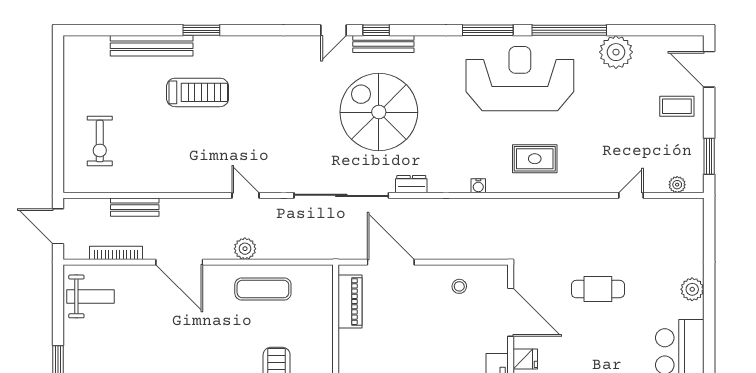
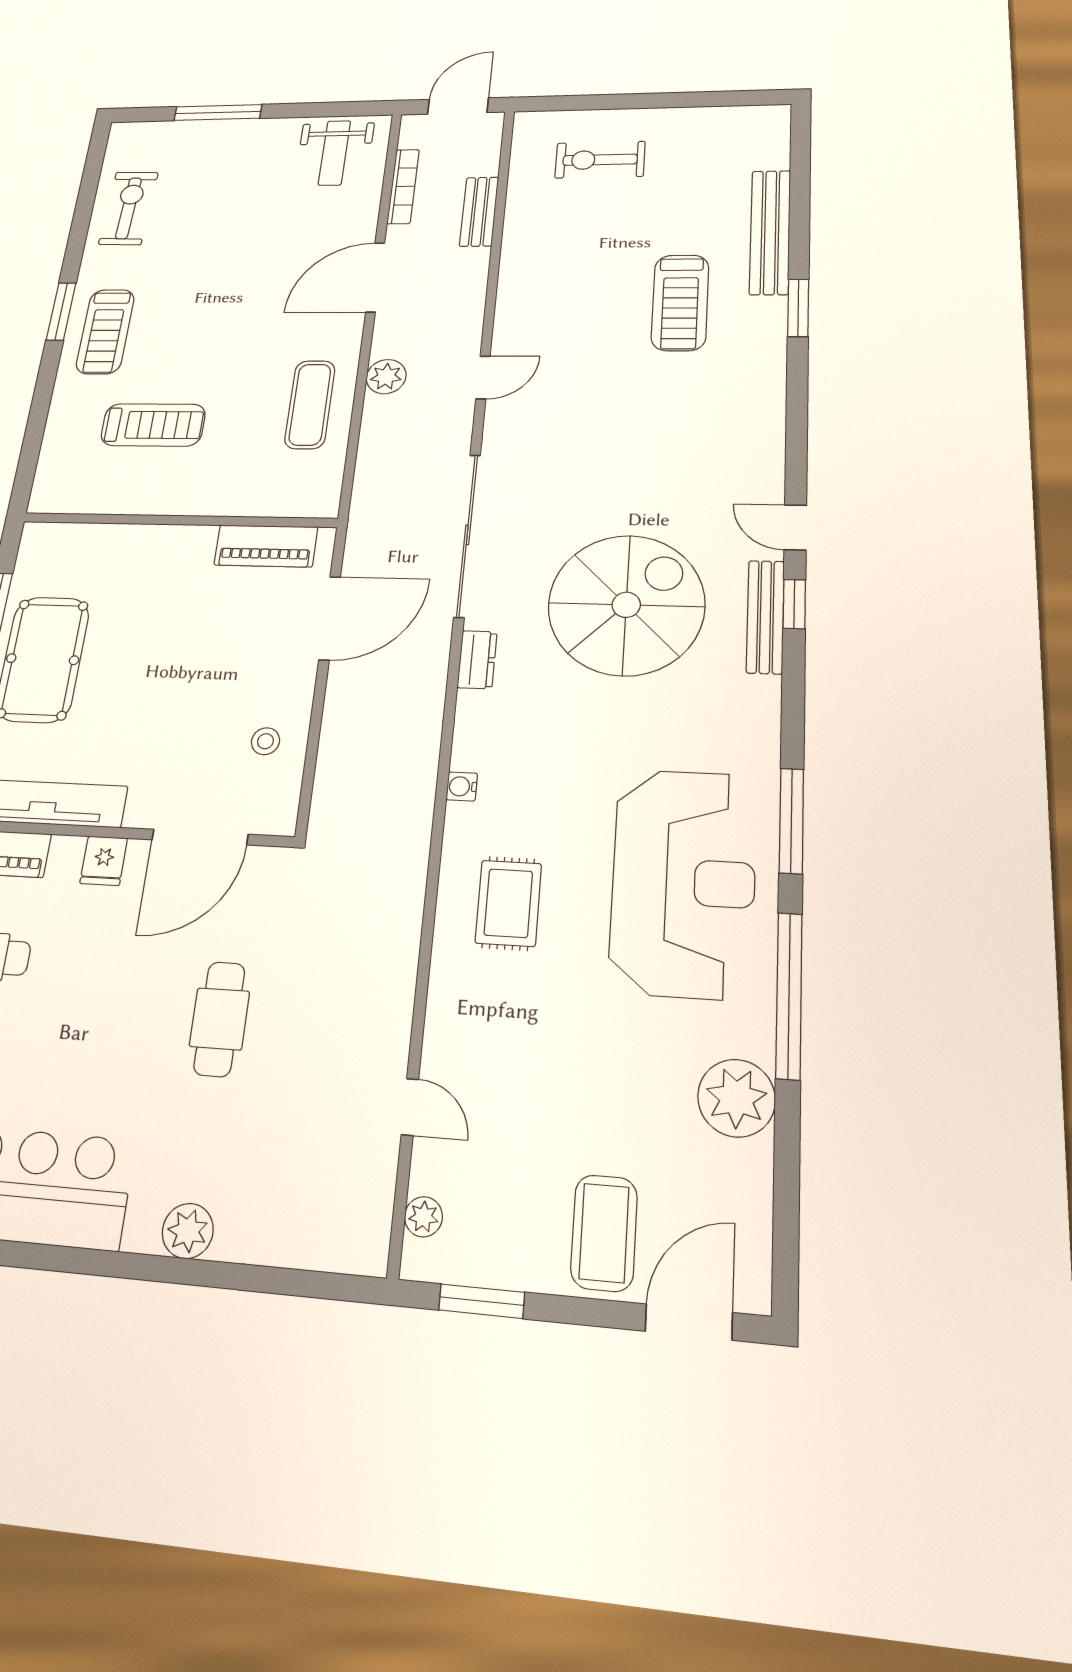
coffee table: (677, 106) -> (604, 1233), width x1.36, depth x1.30

